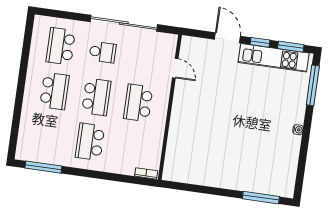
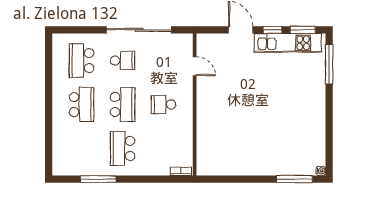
school desk: (138, 103) -> (164, 104), width x0.54
water cooler: (298, 130) -> (321, 171), moved
window: (43, 167) -> (98, 179), moved

